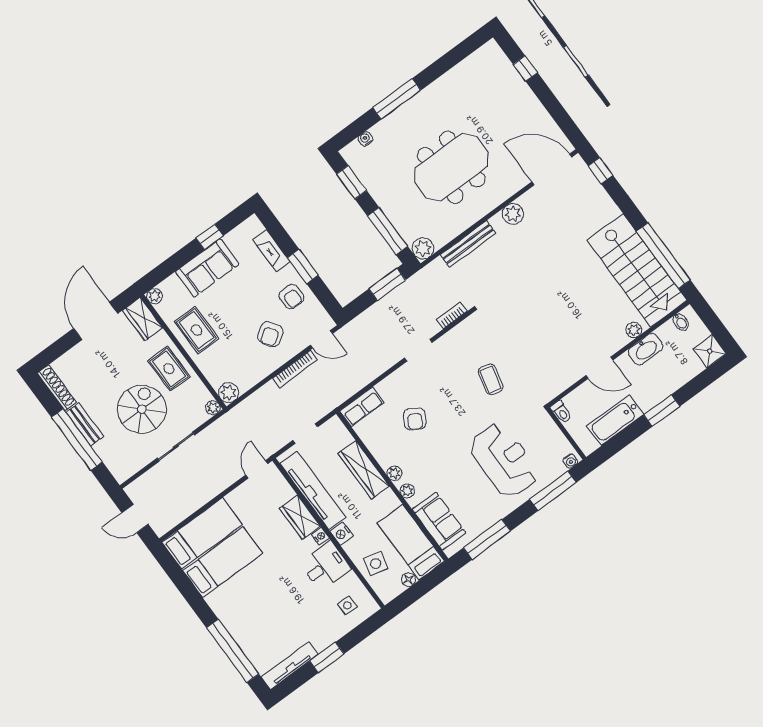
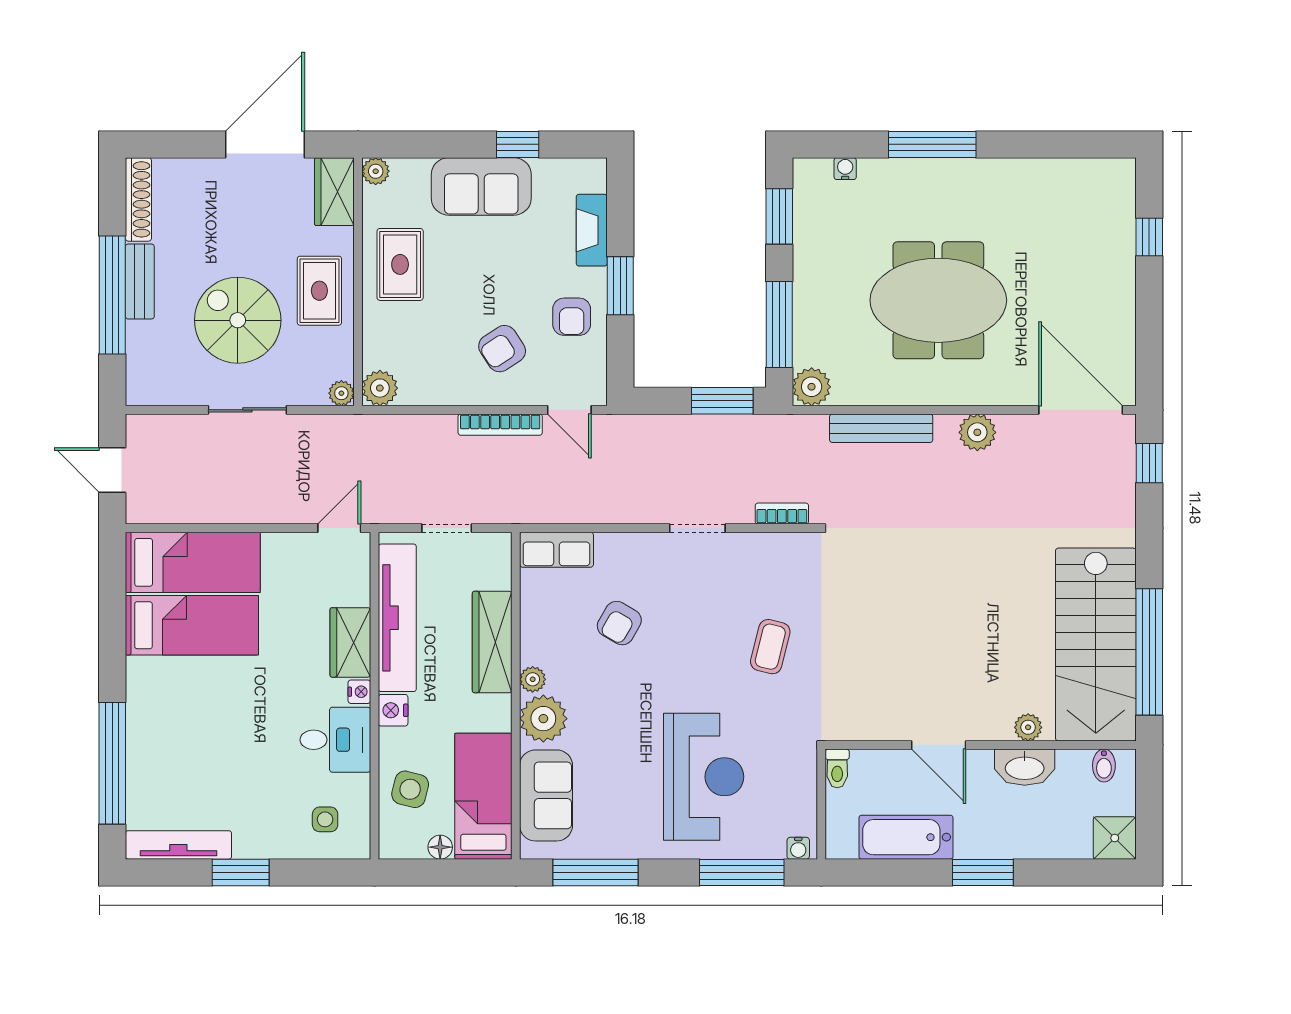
spiral stairs: (142, 409) -> (238, 320), turned -90
plant: (407, 491) -> (543, 719), width x1.88, depth x1.88

